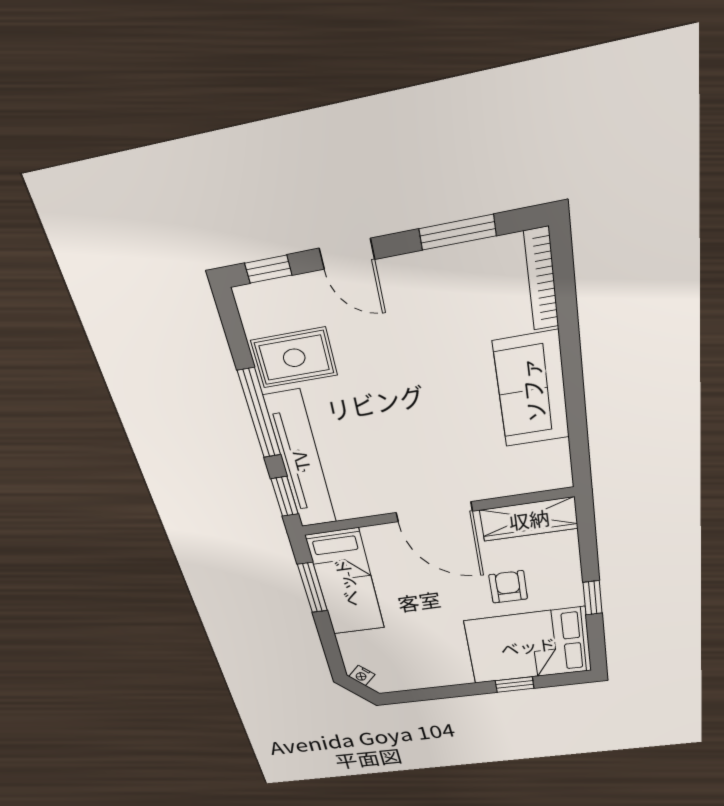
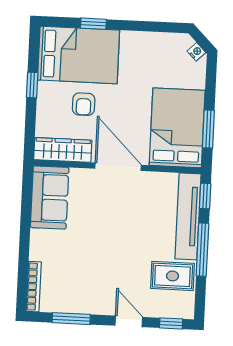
sofa: (532, 390) -> (50, 197), moved
bed: (346, 583) -> (177, 128), width x1.50

